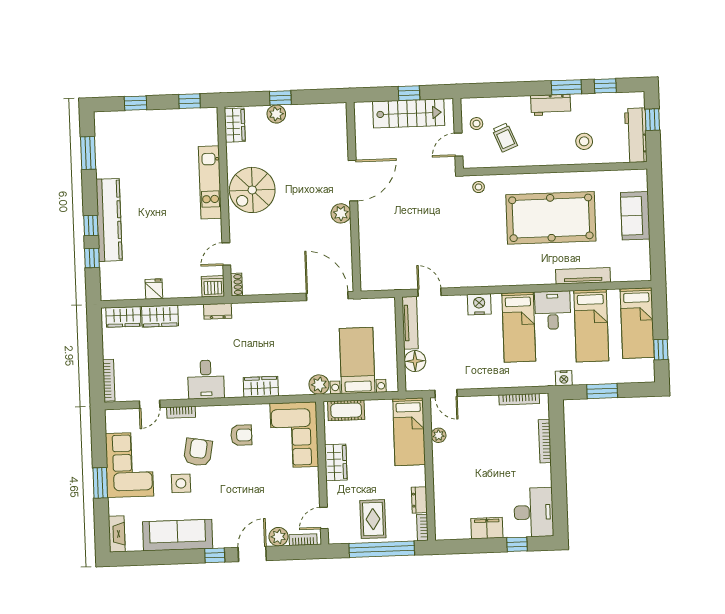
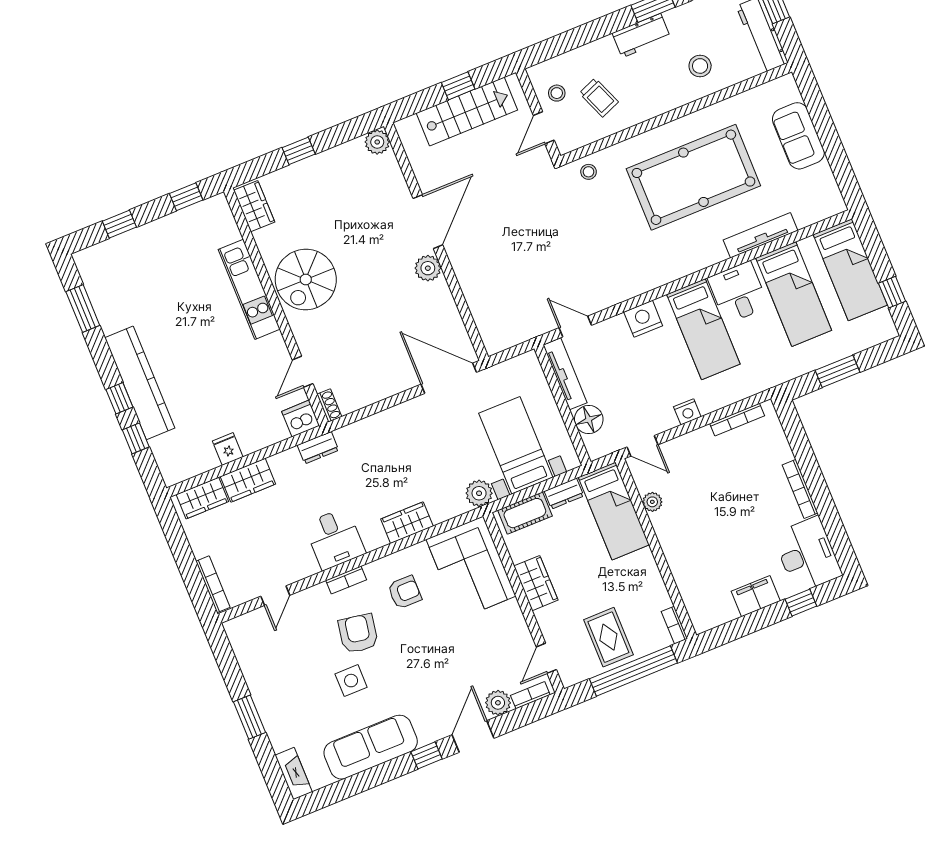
plant: (276, 114) -> (377, 142), moved
nightstand: (564, 378) -> (687, 412), moved
bookcase: (181, 412) -> (346, 580), moved
bookcase: (545, 441) -> (800, 489), moved
corner sofa: (129, 465) -> (278, 681), removed
dresser: (419, 500) -> (564, 494), moved, turned -90

